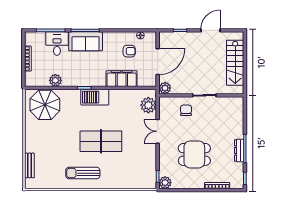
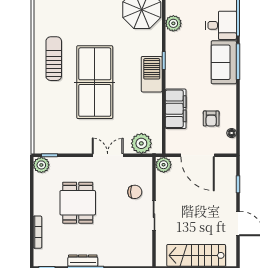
table tennis table: (101, 141) -> (95, 82), width x1.36, depth x1.32

